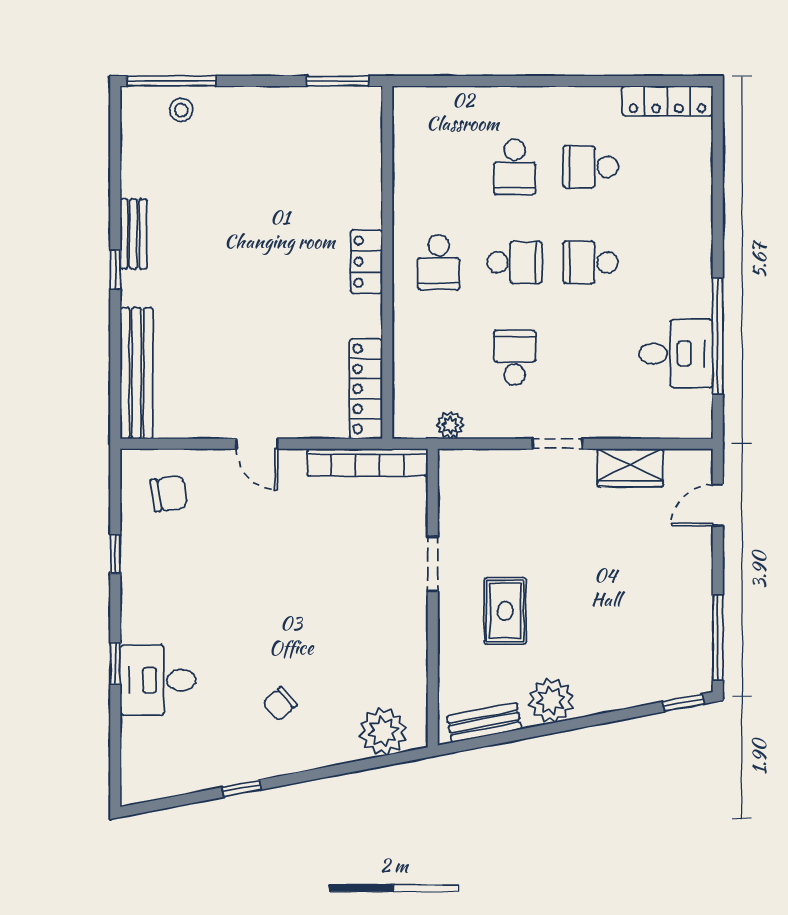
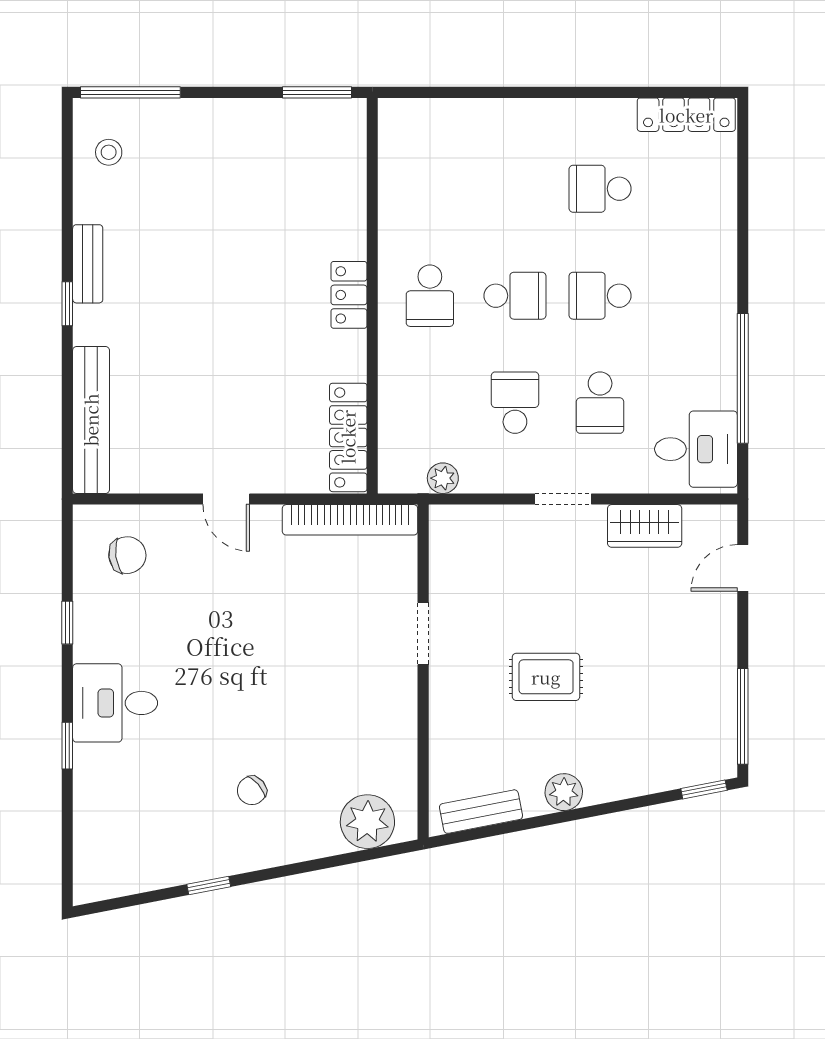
stool: (181, 110) -> (109, 152), moved
school desk: (515, 167) -> (600, 403), moved
desk: (676, 354) -> (696, 449), moved
rug: (505, 611) -> (546, 677), moved, turned 90
desk: (158, 680) -> (115, 703), moved
plant: (551, 700) -> (564, 792), width x0.73, depth x0.73

